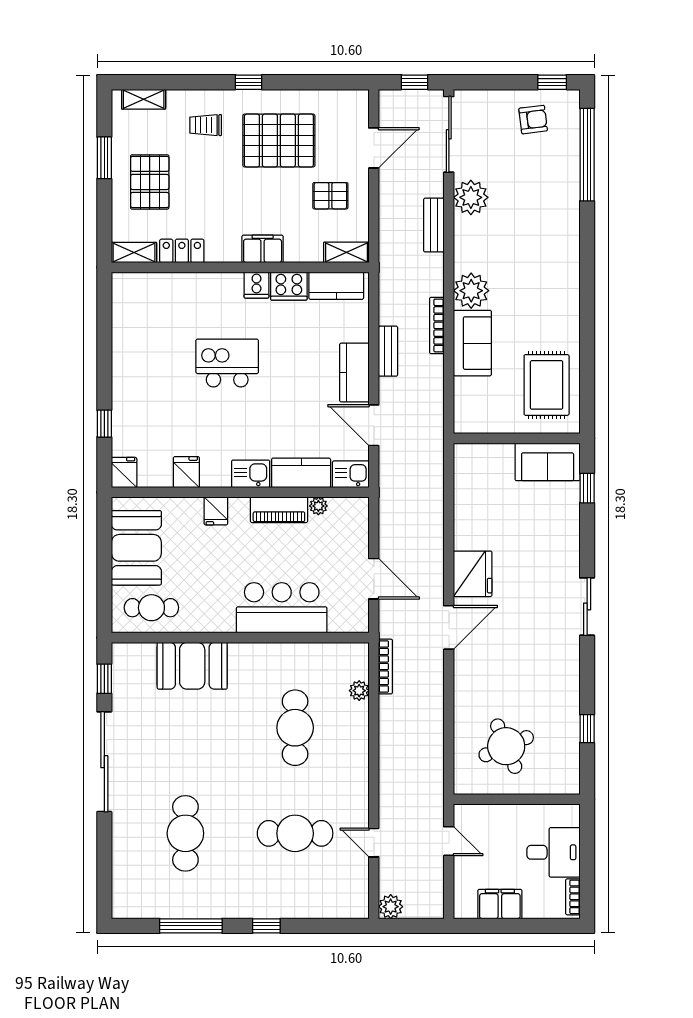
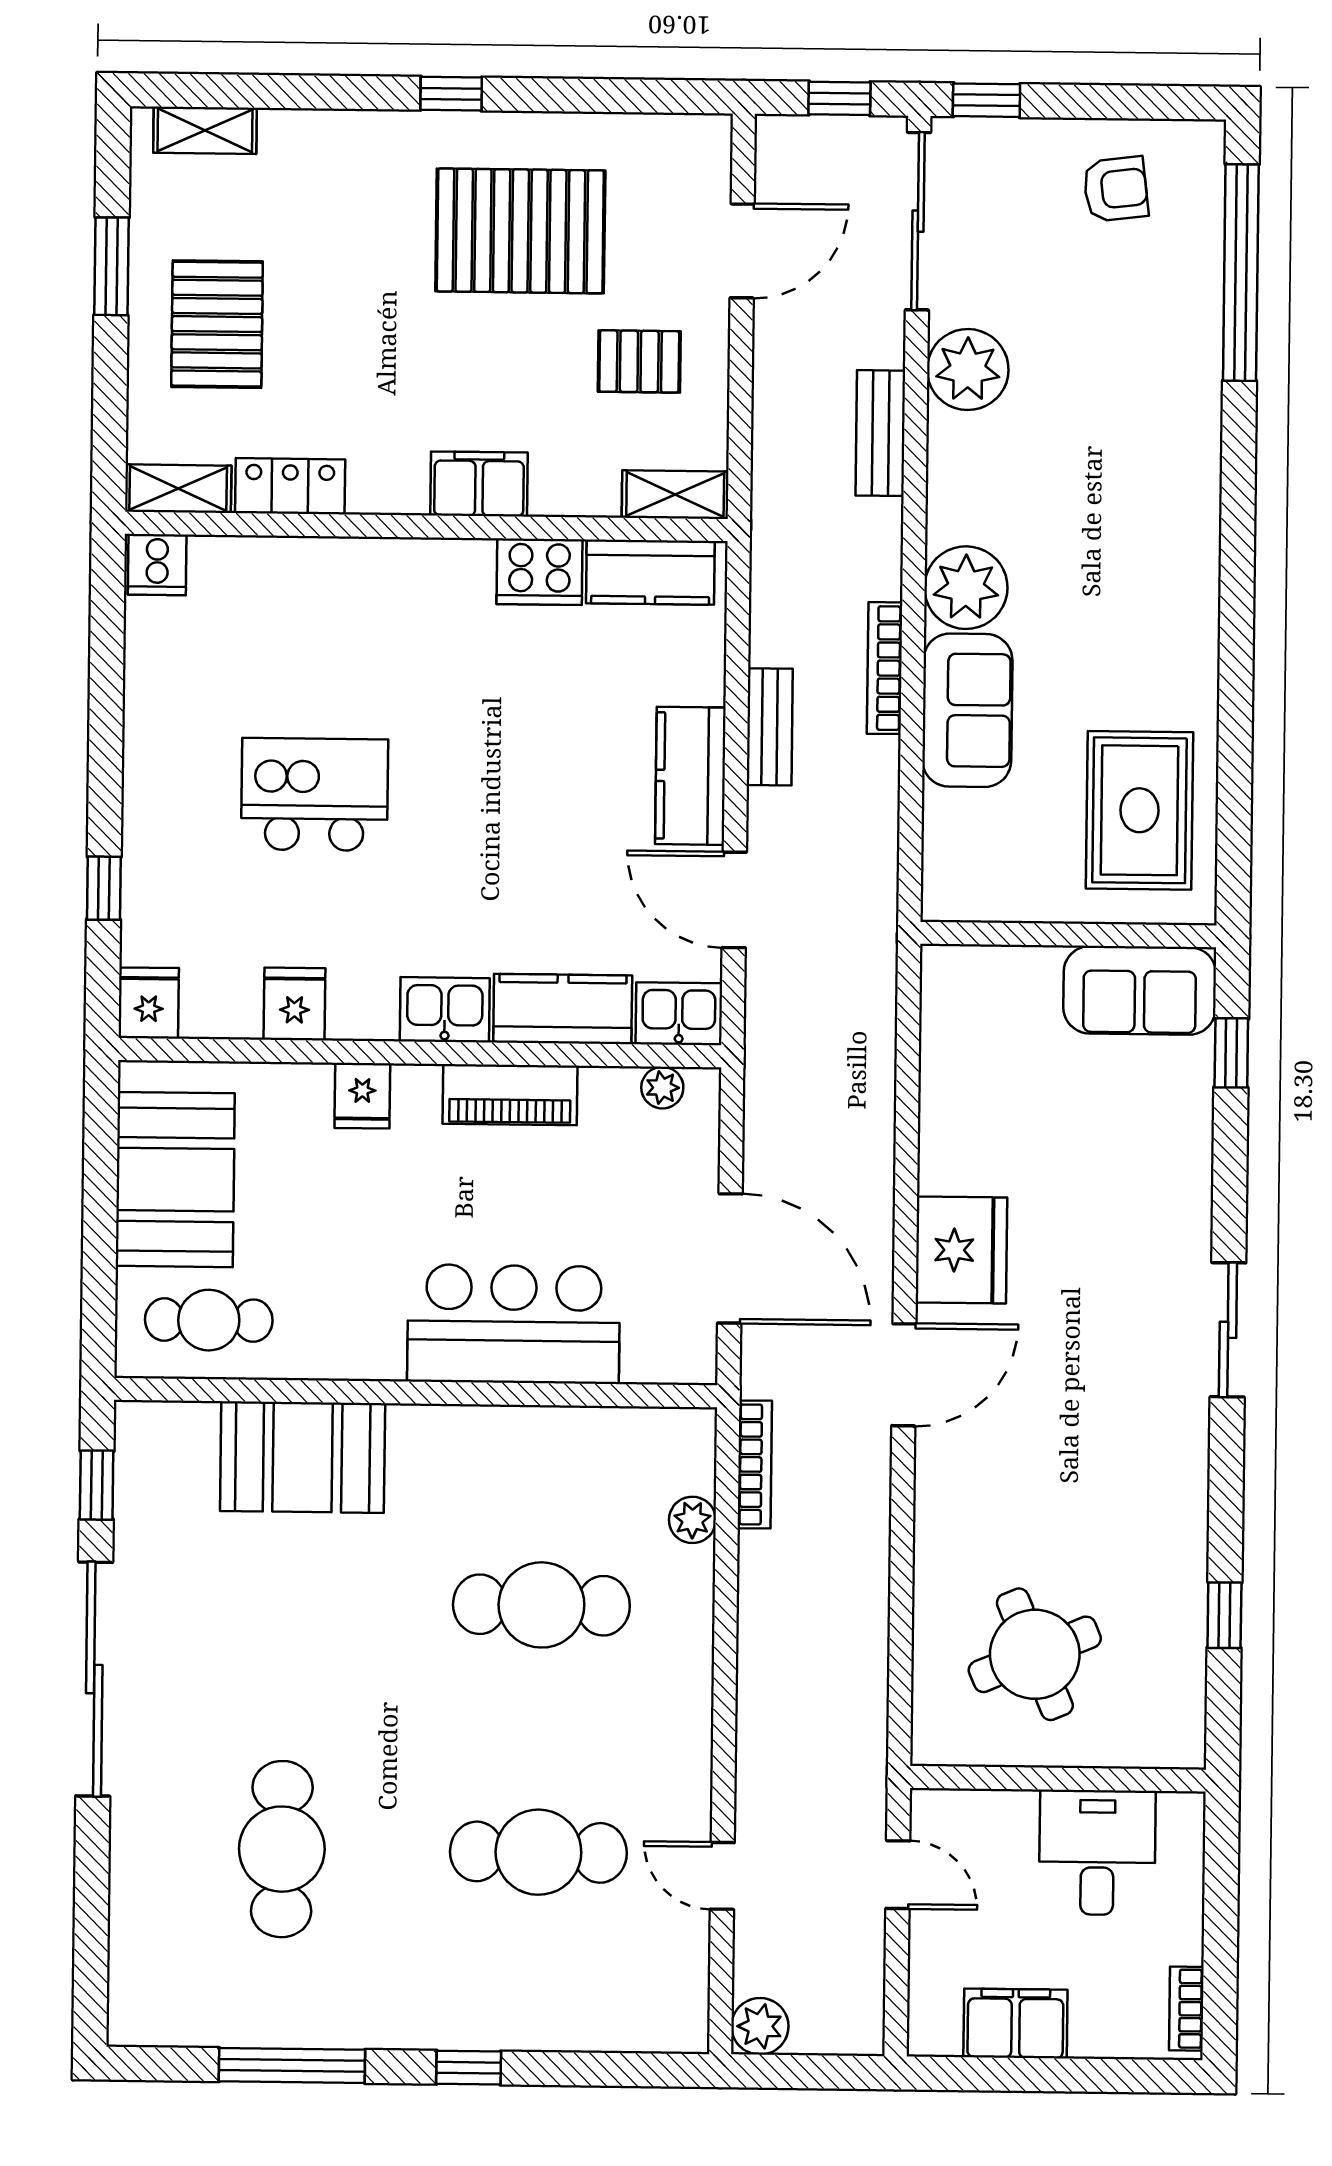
window: (552, 82) -> (986, 100), moved
trolley: (206, 125) -> (349, 193), removed
cooker: (256, 285) -> (157, 565), moved
kitchen island: (227, 363) -> (315, 794), moved
plant: (318, 506) -> (662, 1088), moved
door: (374, 579) -> (730, 1258), width x1.36
cafe table: (295, 728) -> (541, 1605), turned 90
desk: (553, 852) -> (1097, 1852), moved, turned -90

